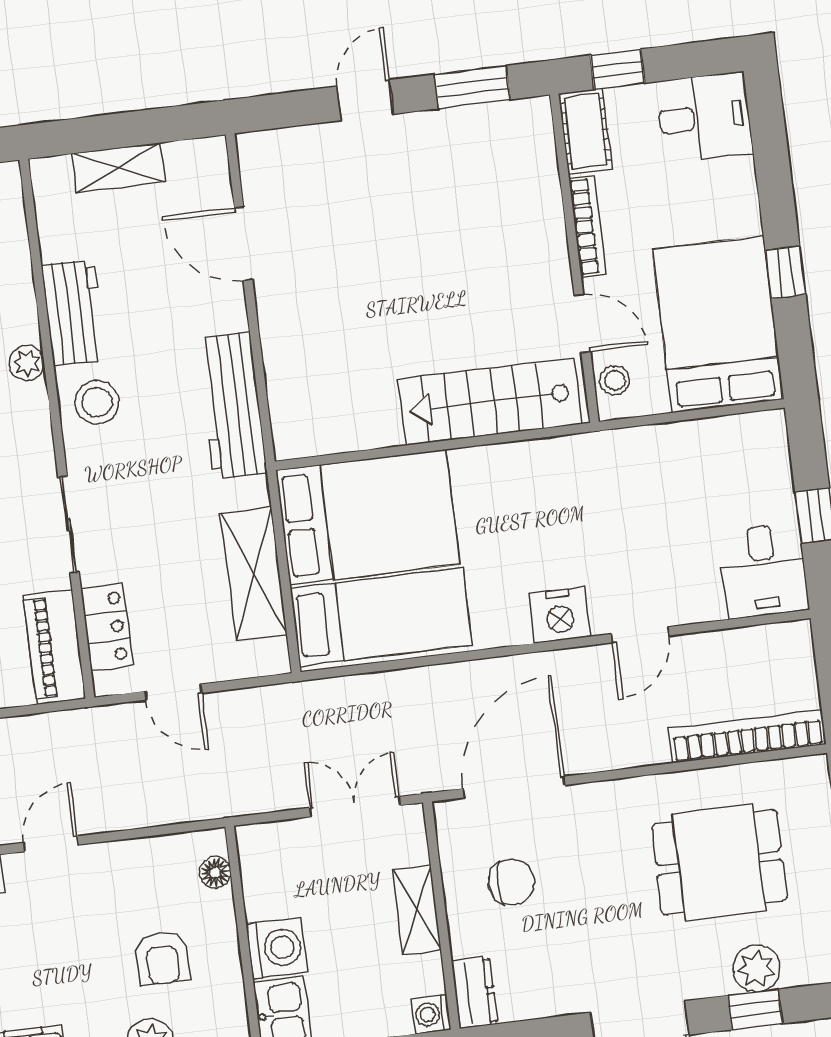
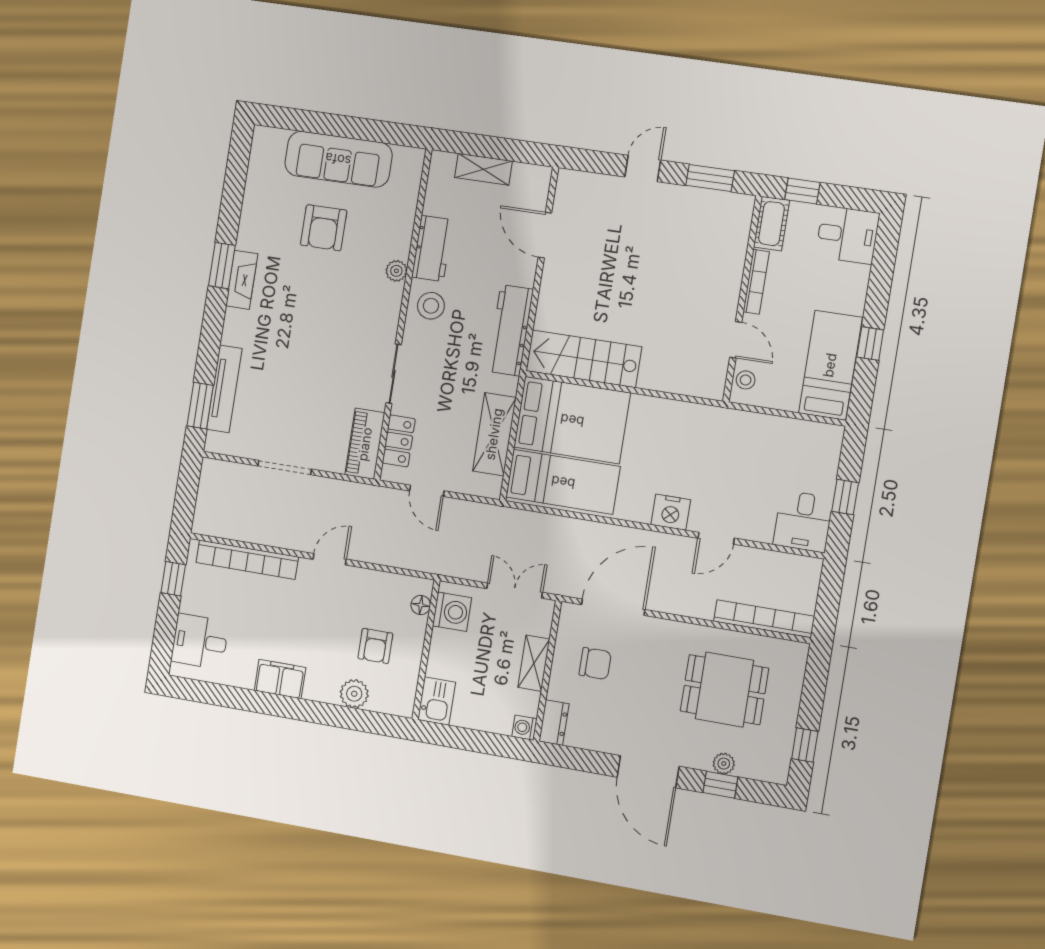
bed: (717, 324) -> (830, 365), width x0.67
stairs: (490, 402) -> (584, 359), moved
washing machine: (277, 948) -> (452, 612), moved
plant: (756, 969) -> (724, 764), width x0.73, depth x0.73

